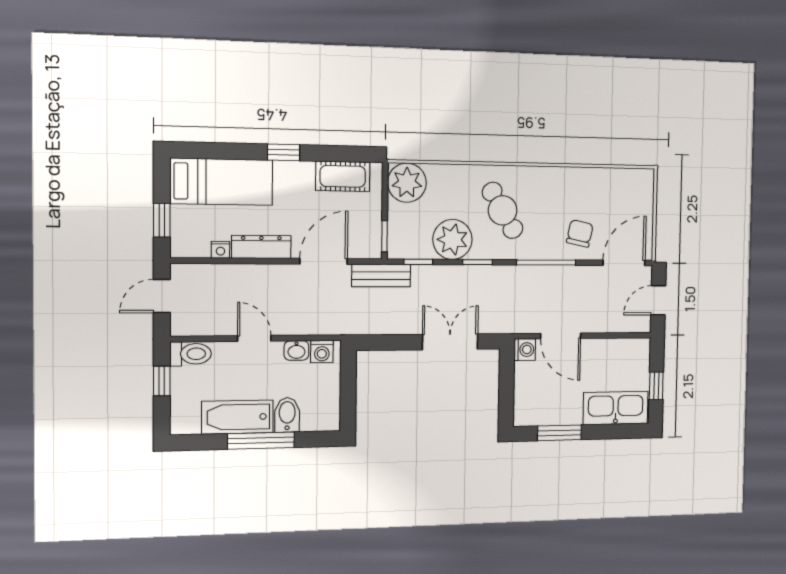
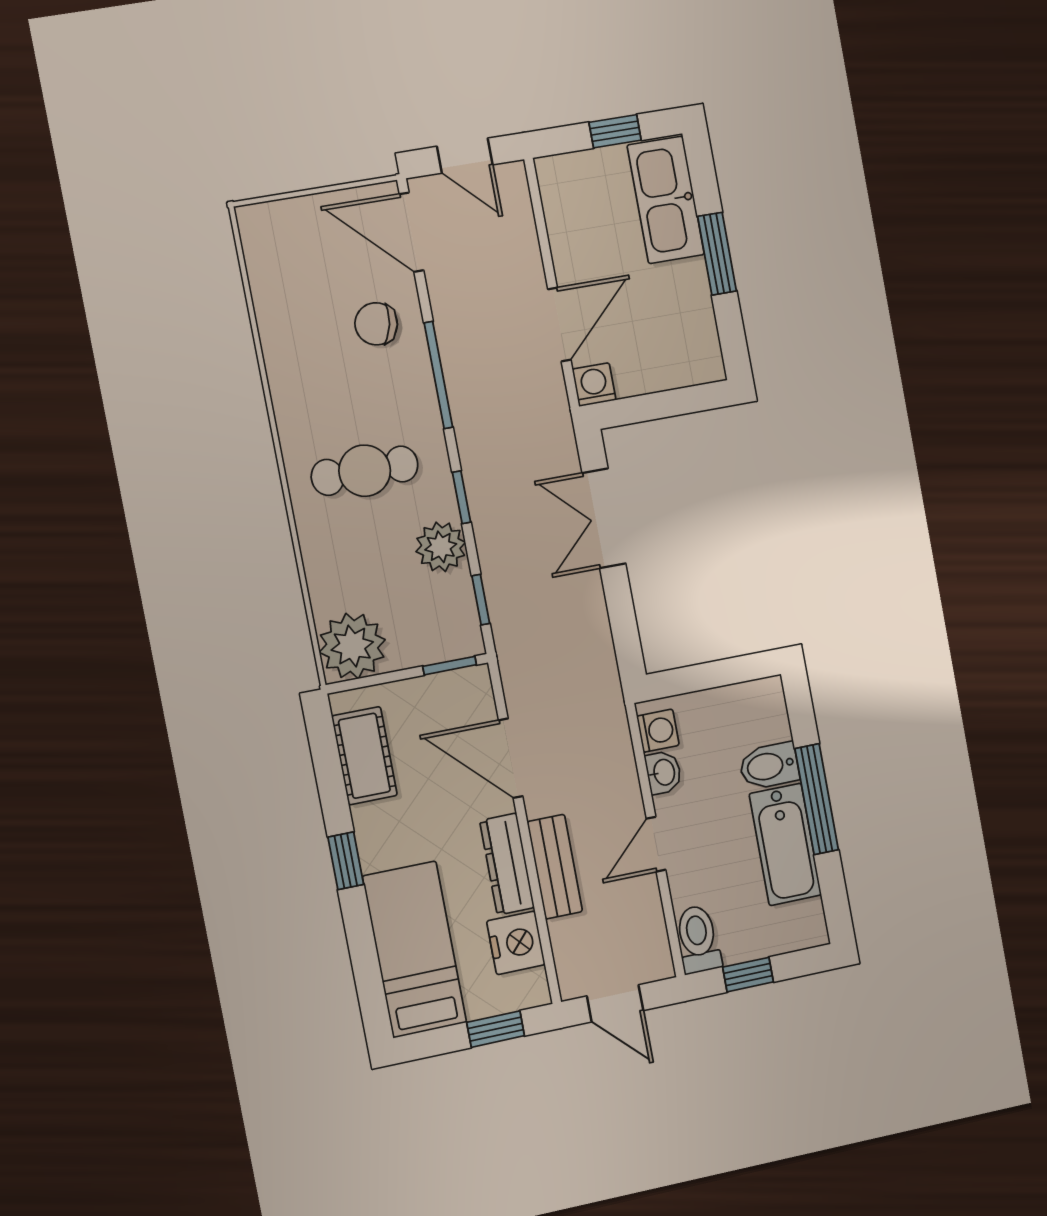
cafe table: (503, 210) -> (365, 471), turned 31
plant: (452, 239) -> (441, 547), width x0.73, depth x0.73
nightstand: (220, 250) -> (516, 943), width x1.89, depth x1.79
bench: (381, 276) -> (555, 867), moved
window: (559, 433) -> (717, 254), moved

